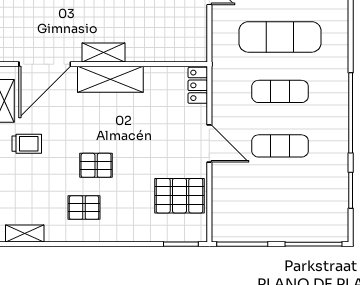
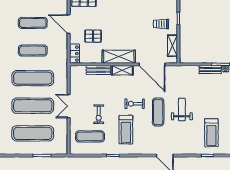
bench: (150, 53) -> (98, 70), added
door: (45, 64) -> (152, 64), swing flipped
pallet: (96, 165) -> (93, 36), moved

